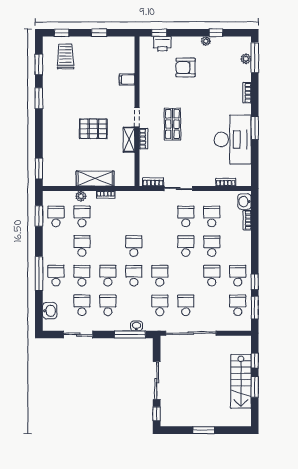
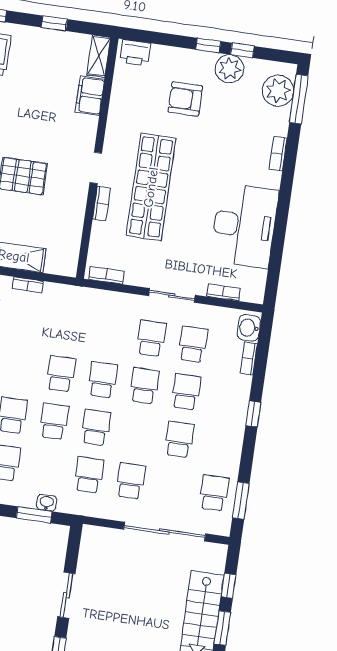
window: (159, 33) -> (208, 45), moved
plant: (206, 41) -> (230, 69), width x1.87, depth x1.87
printer: (162, 44) -> (135, 53), moved
plant: (246, 59) -> (278, 91), width x1.88, depth x1.88
filing cabinet: (127, 80) -> (90, 96), width x2.00
shop shelf: (172, 124) -> (151, 187), width x2.00, depth x1.36
window: (255, 128) -> (282, 212), removed
shelving: (129, 140) -> (99, 56), moved
sliding door: (178, 189) -> (172, 295), moved
school desk: (238, 276) -> (103, 380), moved
window: (255, 282) -> (253, 414), moved
sliding door: (191, 333) -> (165, 532), moved
window: (130, 334) -> (34, 515), width x0.69
sliding door: (157, 381) -> (66, 595), width x0.73

